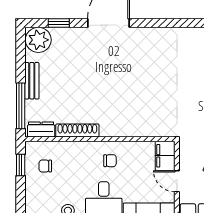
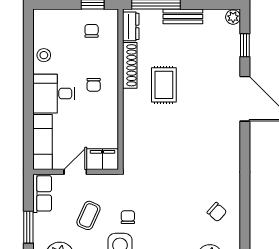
plant: (38, 40) -> (233, 17), width x0.53, depth x0.53
rug: (96, 99) -> (164, 85), added
chair: (110, 161) -> (94, 85), moved

